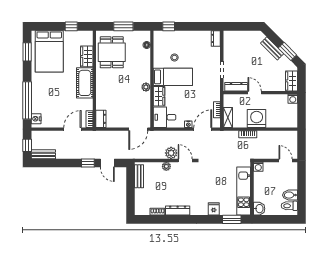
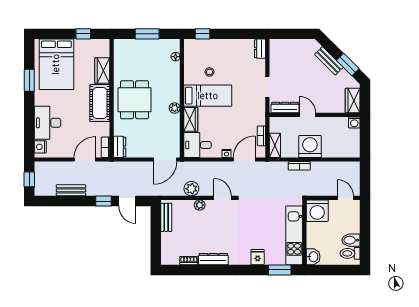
window: (27, 52) -> (29, 80), moved
dining table: (112, 52) -> (135, 100), moved
desk: (42, 99) -> (48, 123), added
window: (27, 100) -> (29, 124), removed
plant: (171, 153) -> (191, 189), moved
bench: (43, 154) -> (71, 190), moved
washing machine: (258, 167) -> (317, 211), width x1.89, depth x1.89

